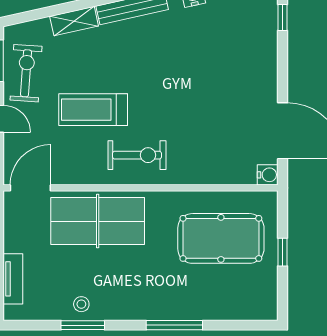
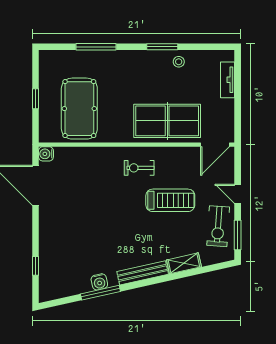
exercise bike: (137, 155) -> (139, 168), width x0.73, depth x0.72
pool table: (221, 238) -> (79, 109), turned 90
window: (83, 325) -> (162, 47), moved
window: (174, 325) -> (96, 47), moved

